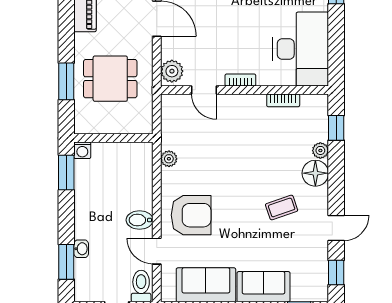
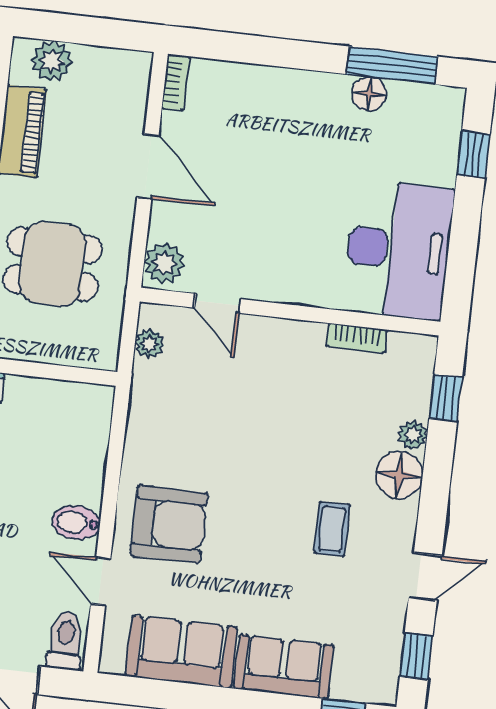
bookcase: (240, 80) -> (285, 293), removed
plant: (169, 159) -> (149, 344), moved
coffee table: (282, 207) -> (332, 529), turned -71

